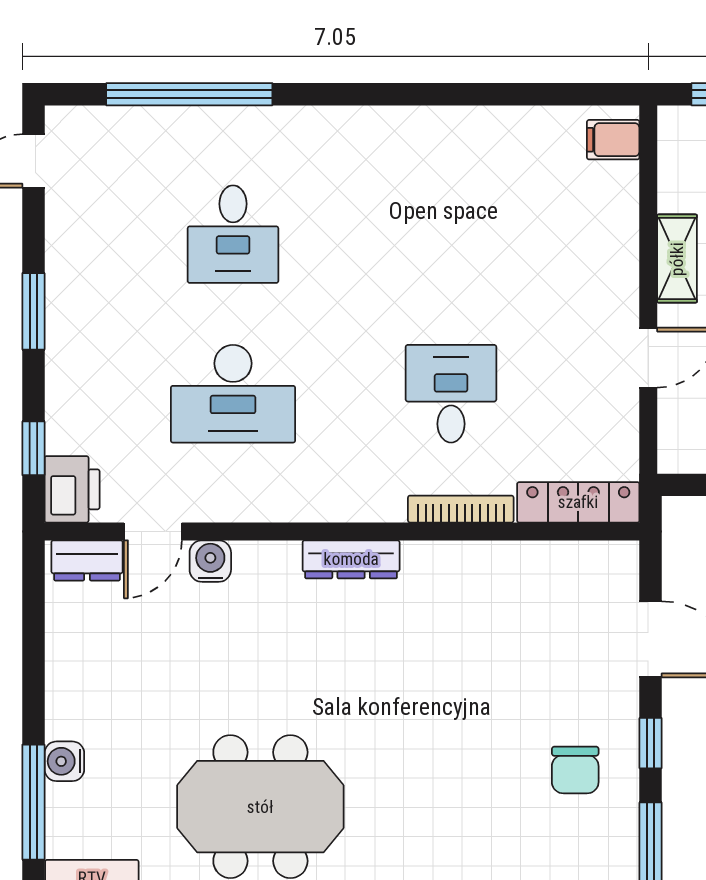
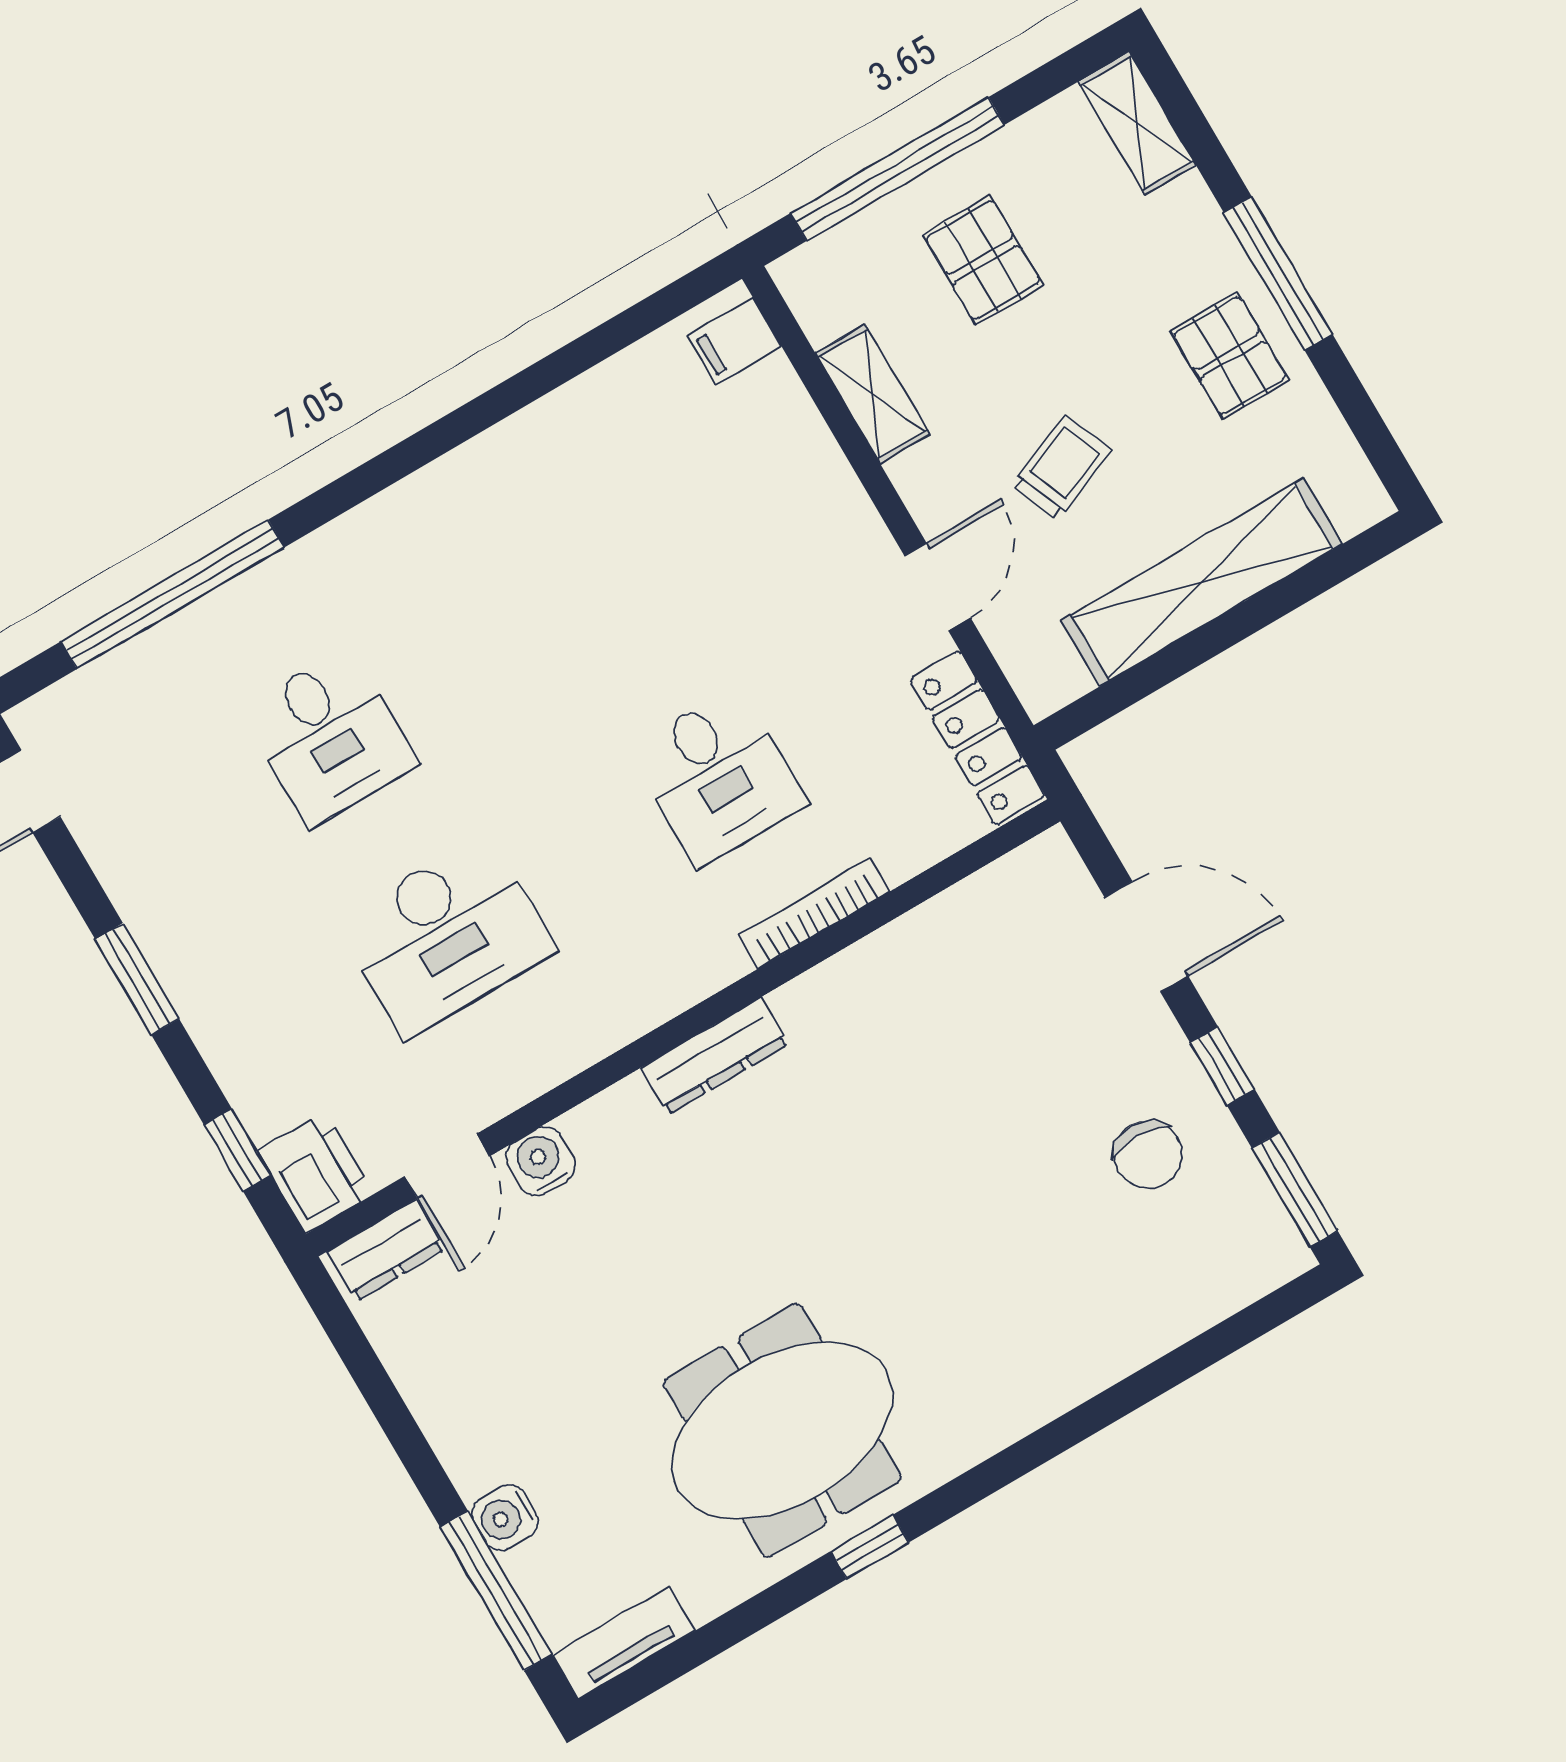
shelving: (677, 259) -> (872, 394), moved
desk: (451, 394) -> (718, 776), turned 180
locker: (578, 502) -> (977, 738), moved, turned -90

